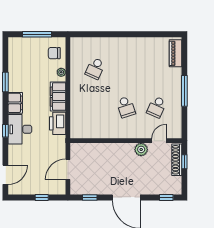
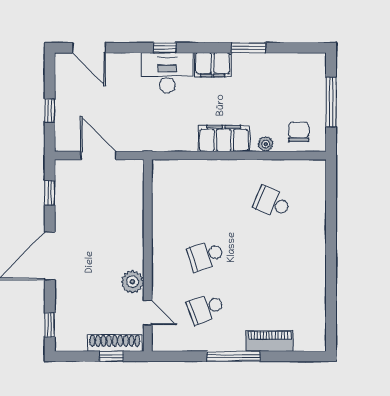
piano: (176, 53) -> (270, 341), moved
school desk: (157, 107) -> (206, 308), turned -45
printer: (58, 123) -> (177, 138), removed

